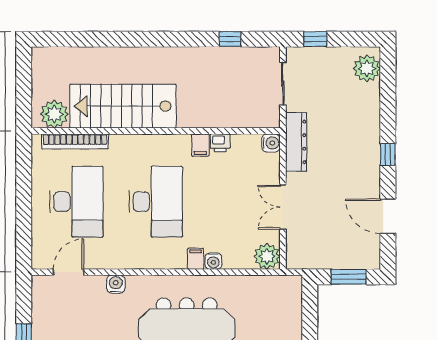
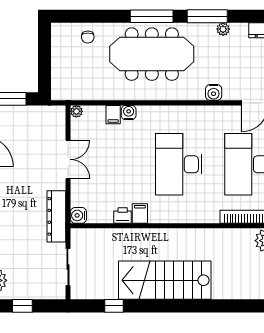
window: (315, 39) -> (22, 306), moved
stairs: (123, 106) -> (165, 280), moved, turned 180
plant: (267, 256) -> (76, 111), width x0.53, depth x0.53
filing cabinet: (196, 259) -> (113, 115), moved

